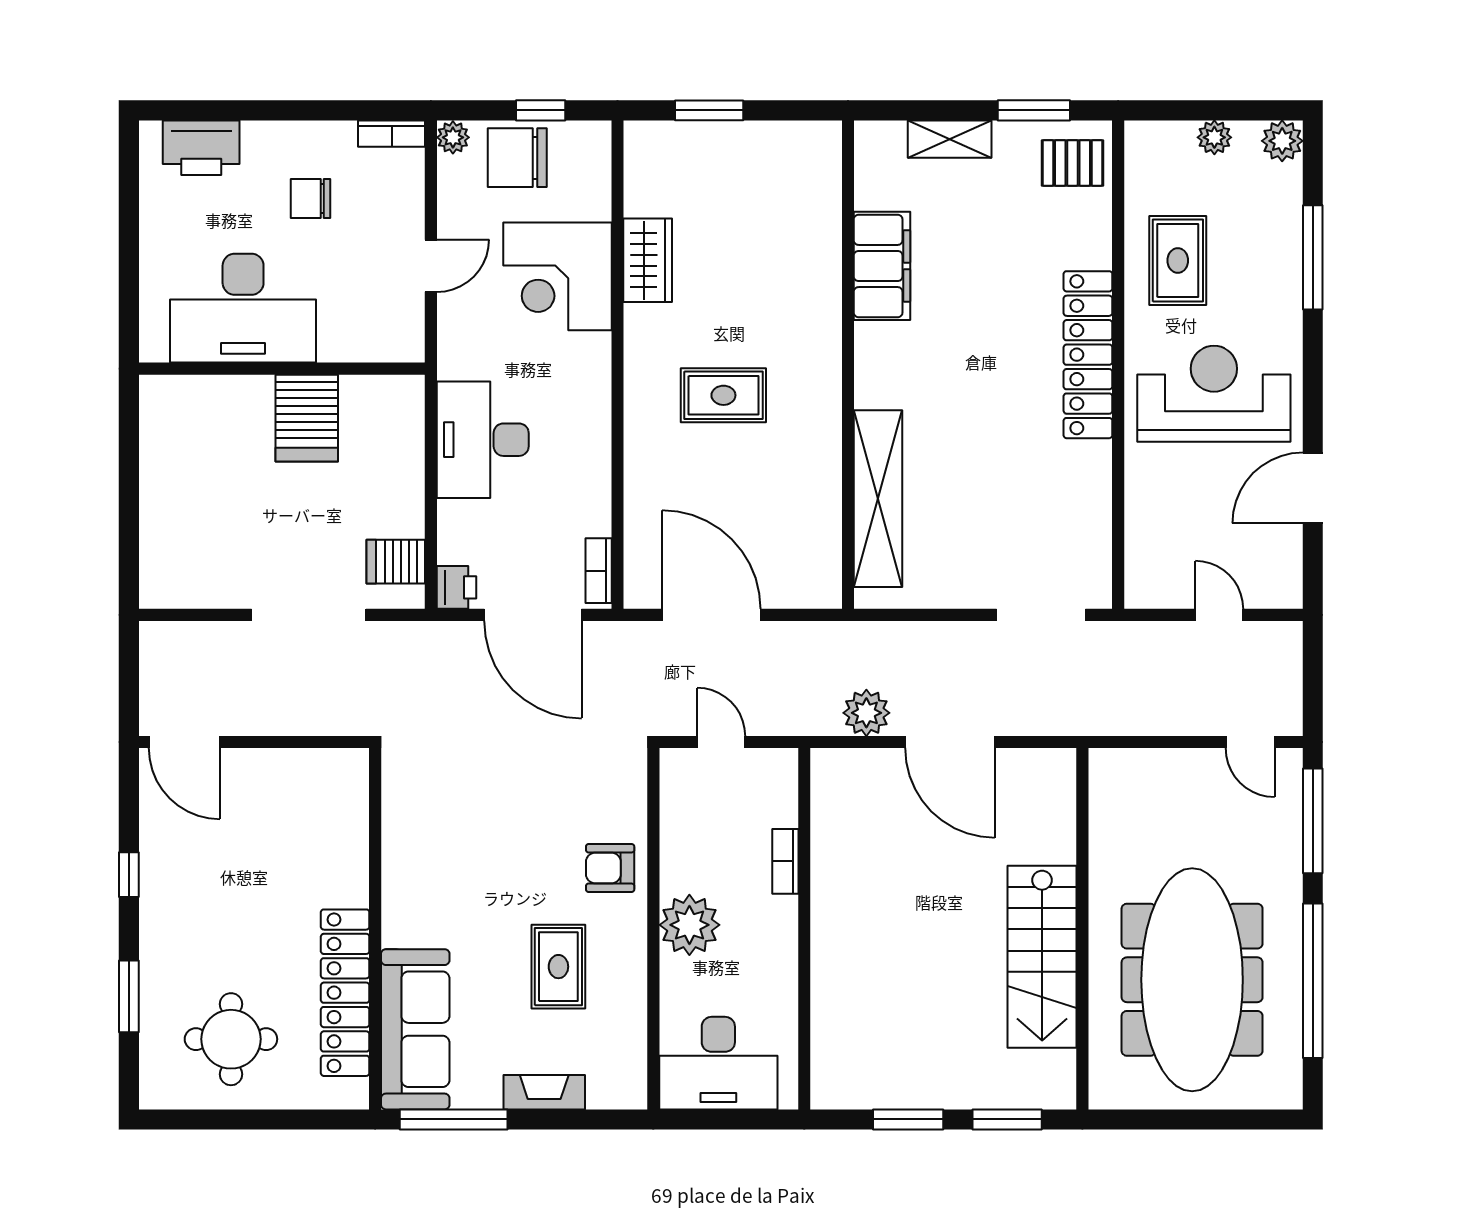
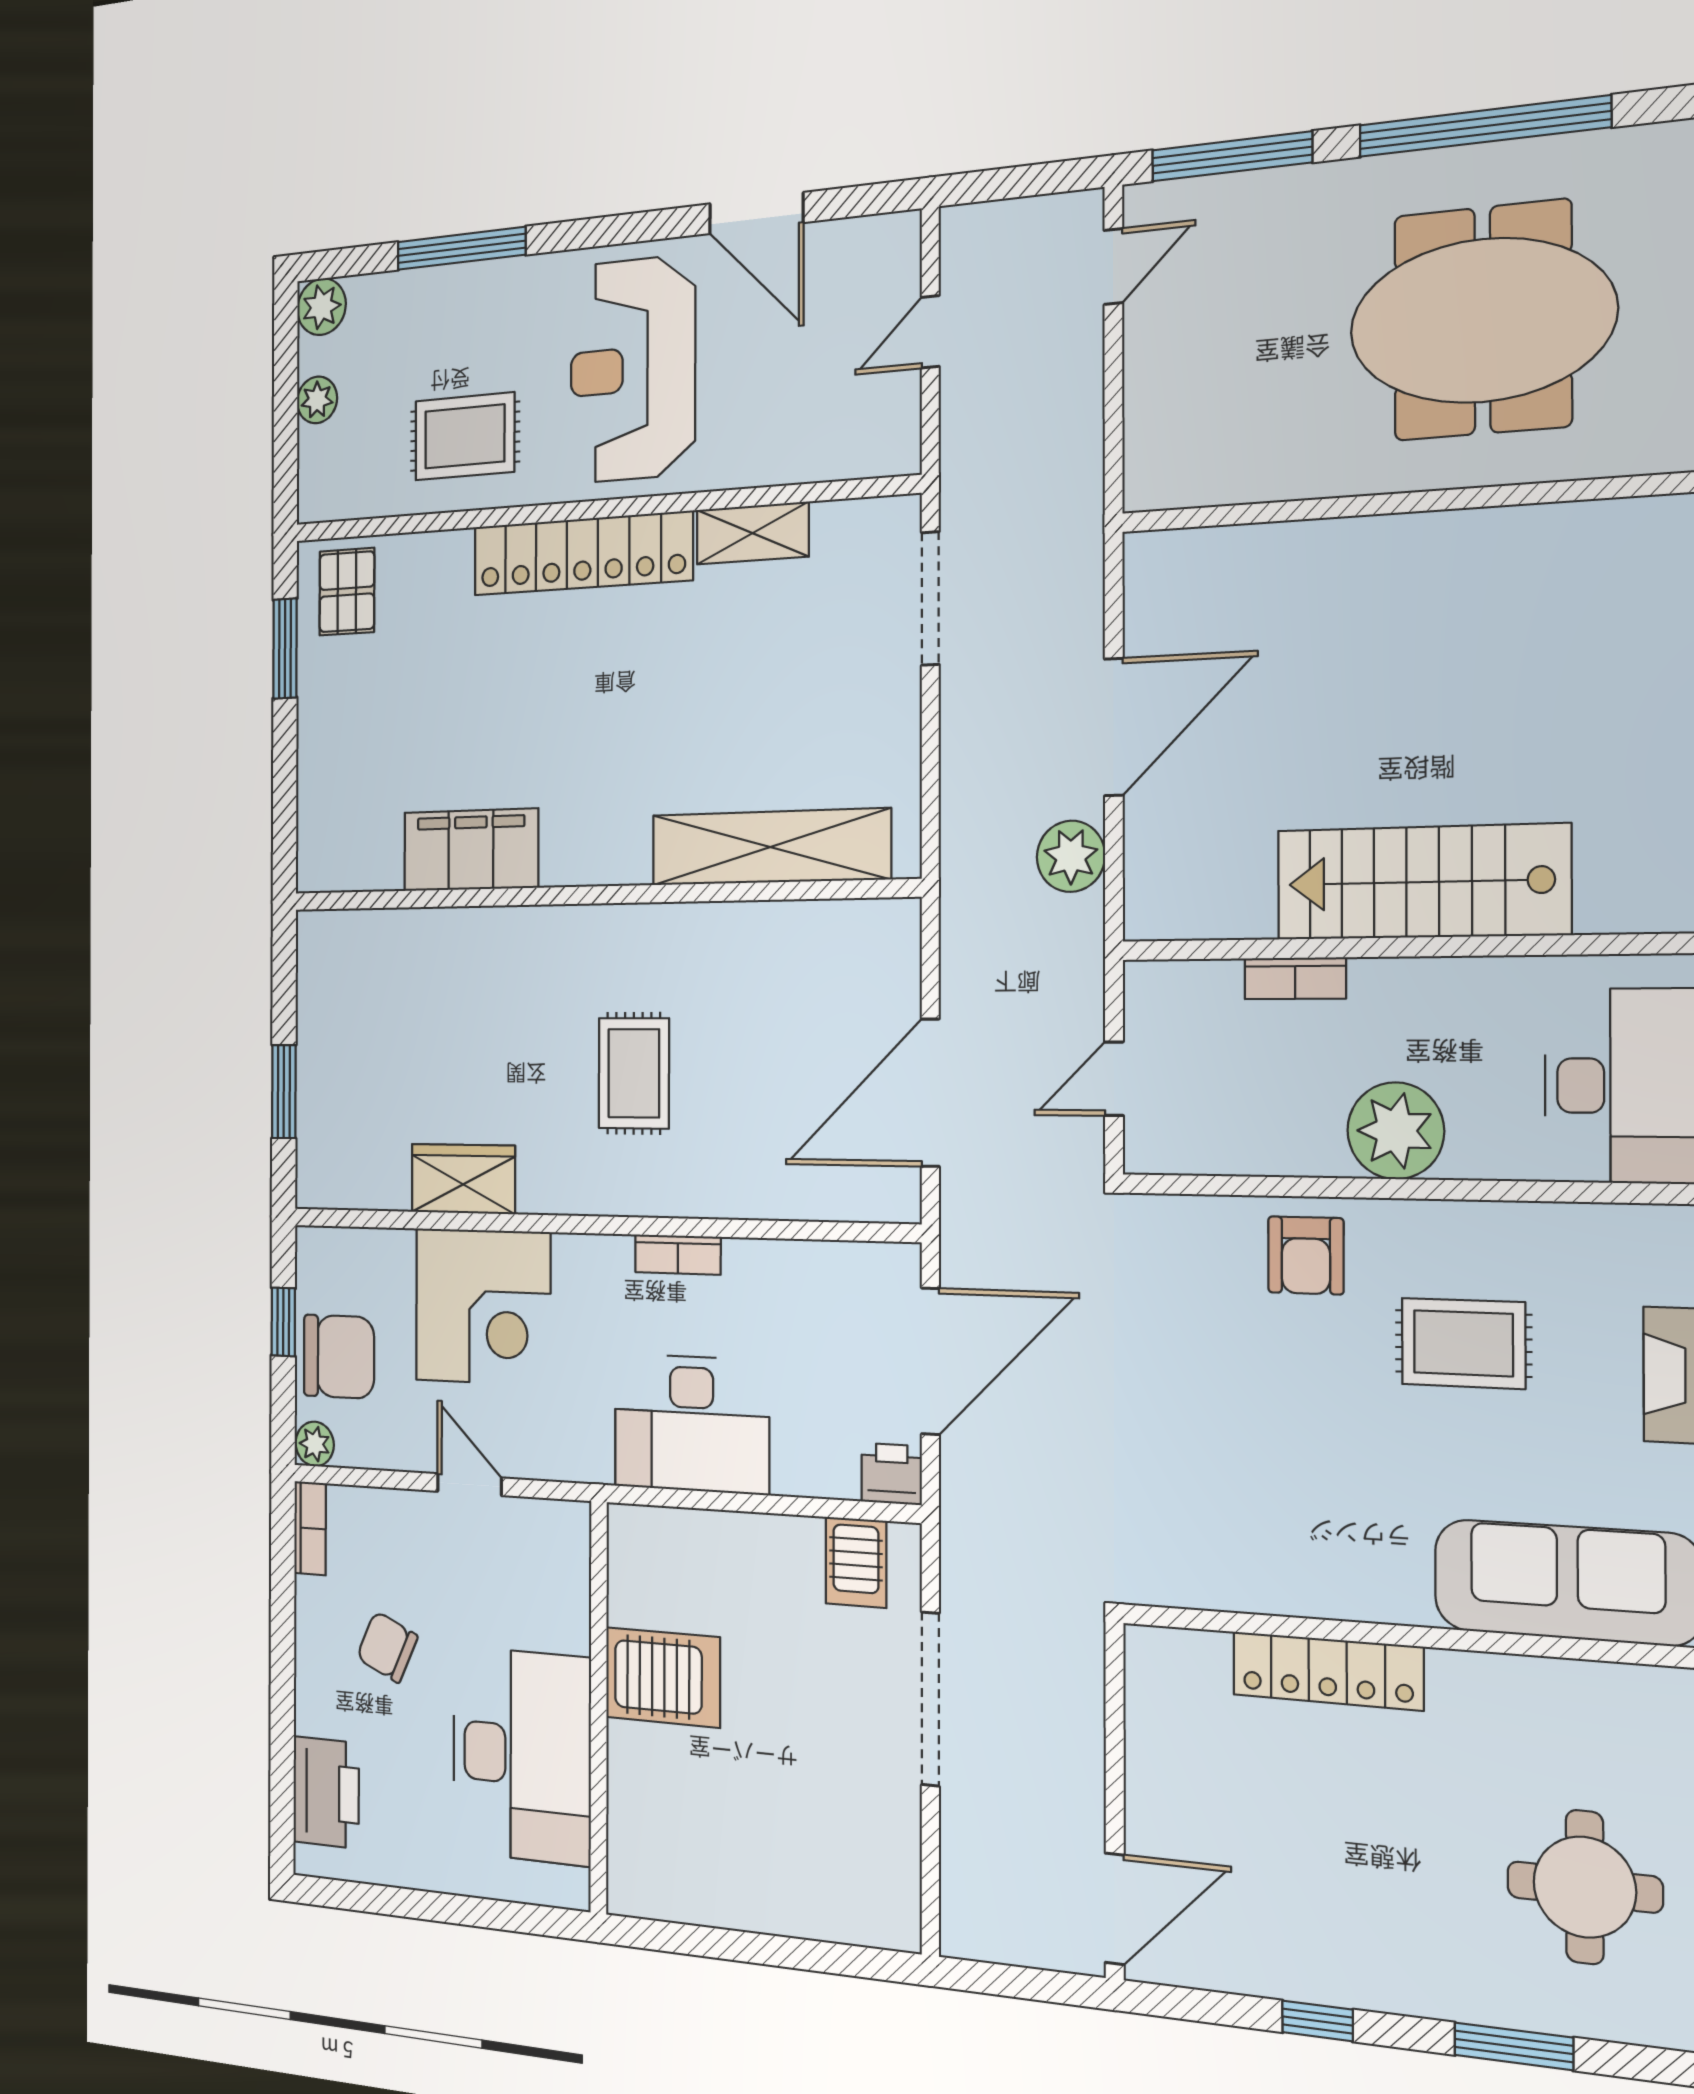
shelving: (950, 139) -> (753, 533), moved, turned 90
chair: (517, 158) -> (339, 1357), turned -90
chair: (310, 199) -> (387, 1647), turned 114
bookcase: (599, 571) -> (678, 1255), moved
stairs: (1042, 957) -> (1422, 882), moved, turned 180
meeting table: (1192, 980) -> (1482, 320), width x0.73
locker: (345, 993) -> (1328, 1671), moved, width x0.71, depth x0.83

